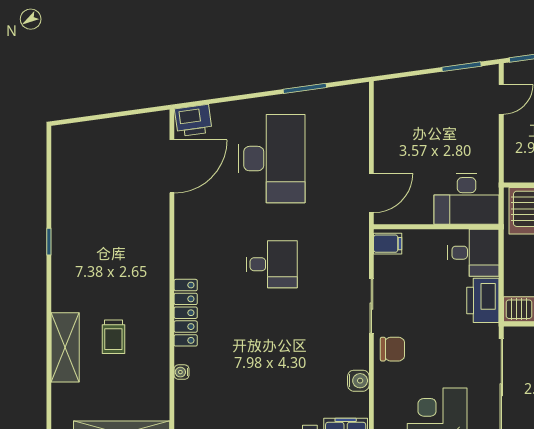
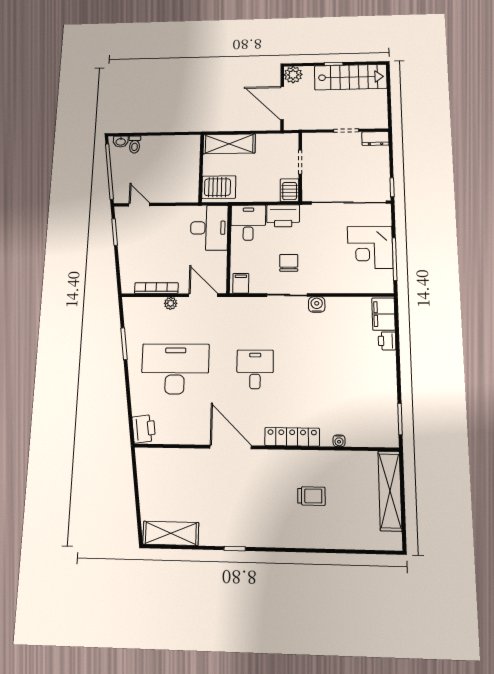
bookcase: (381, 129) -> (156, 288), added
plant: (360, 149) -> (171, 303), added
door: (172, 166) -> (231, 447), moved
shelving: (65, 347) -> (171, 533), moved
chair: (392, 349) -> (289, 263), moved
water cooler: (358, 381) -> (317, 305), moved

